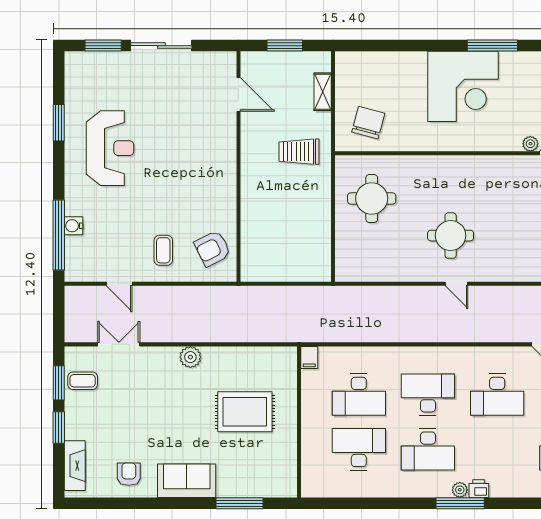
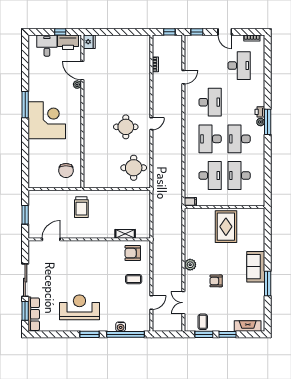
row of seats: (97, 62) -> (34, 314), added
shelving: (323, 92) -> (125, 234), moved
window: (59, 123) -> (89, 334), moved
chair: (368, 123) -> (66, 170), turned -105
round table: (372, 198) -> (134, 168), moved
armchair: (212, 248) -> (133, 253), turned 117
rug: (245, 412) -> (226, 227), moved
desk: (428, 449) -> (239, 139), turned 180
armchair: (129, 474) -> (216, 281), moved
window: (239, 503) -> (268, 283), moved

